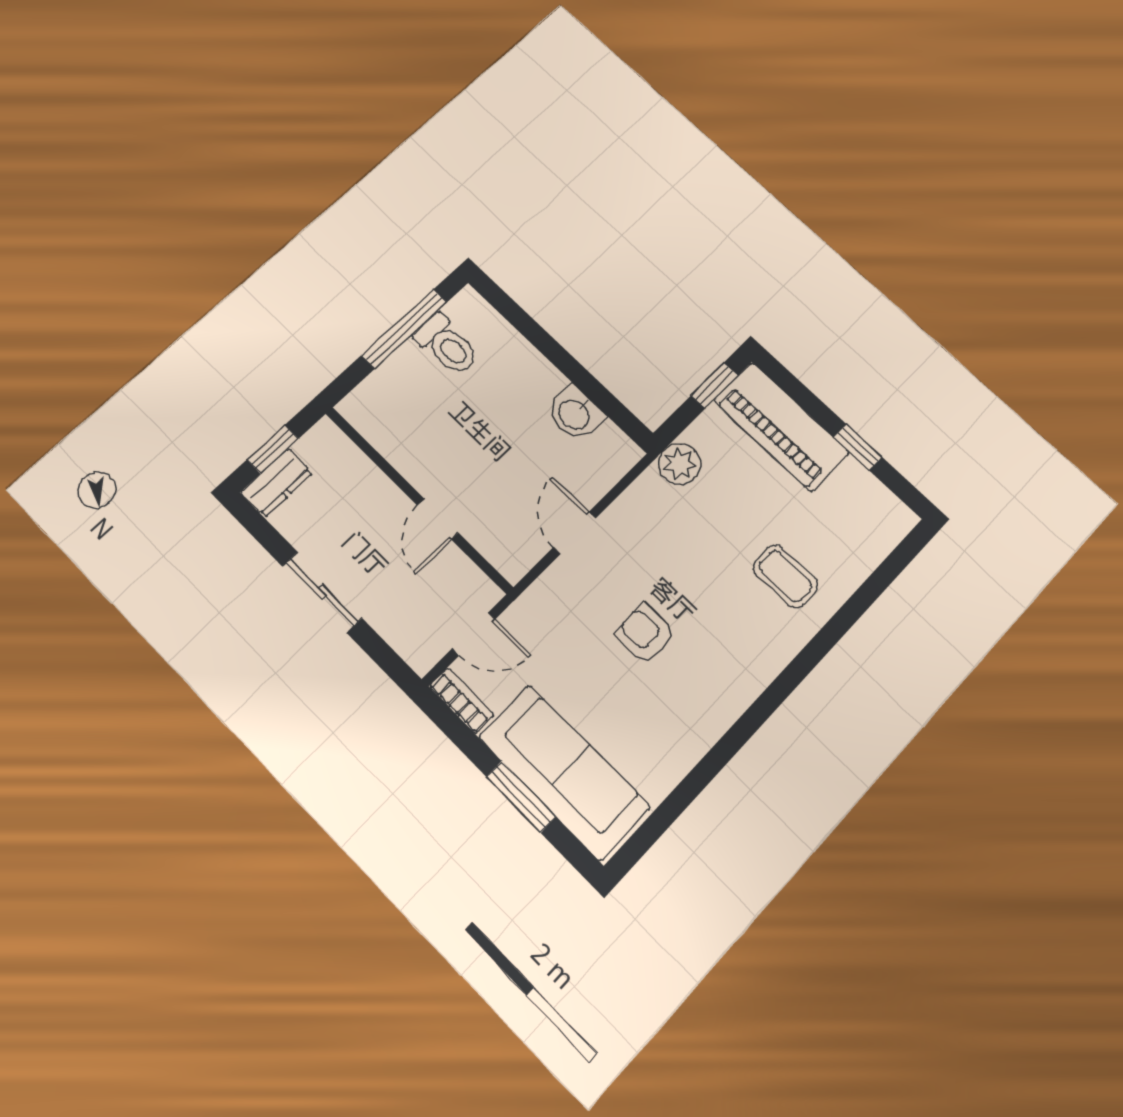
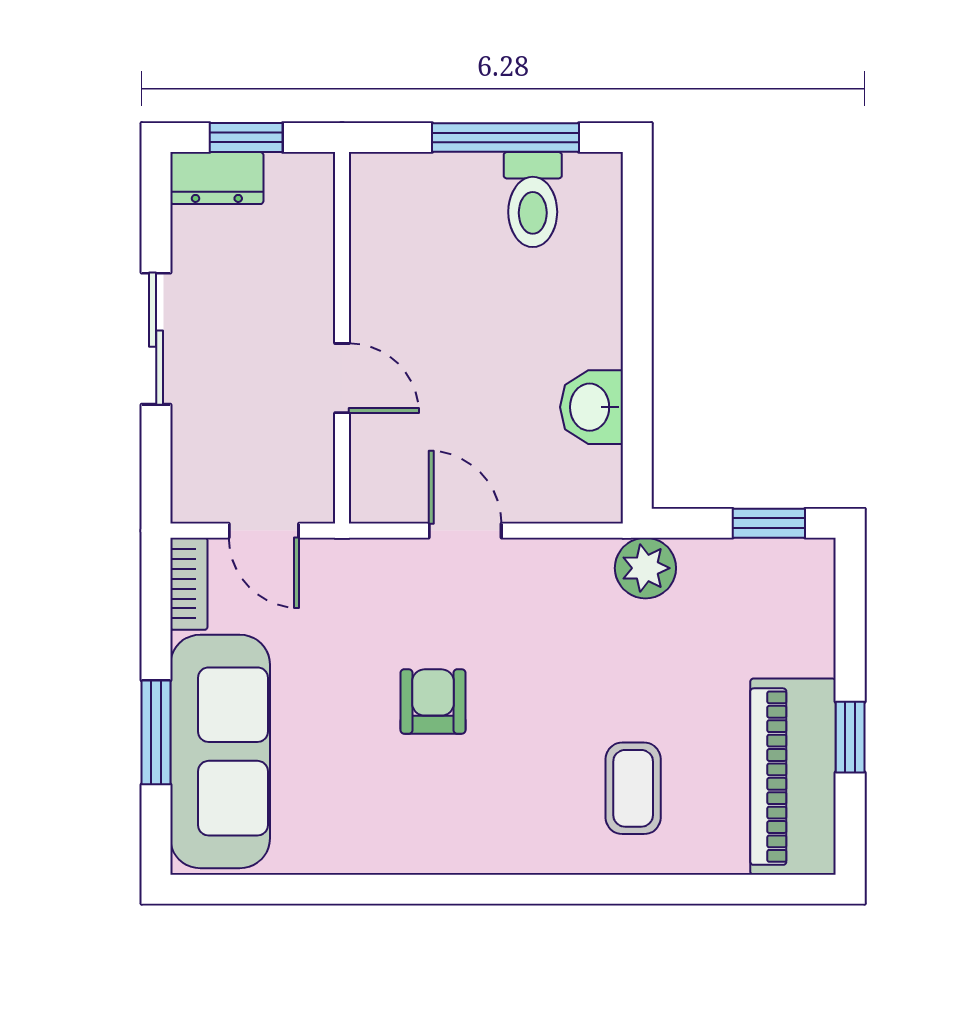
piano: (781, 426) -> (793, 777), moved
door: (438, 519) -> (342, 378), swing flipped
door: (574, 533) -> (465, 531), hinge flipped

